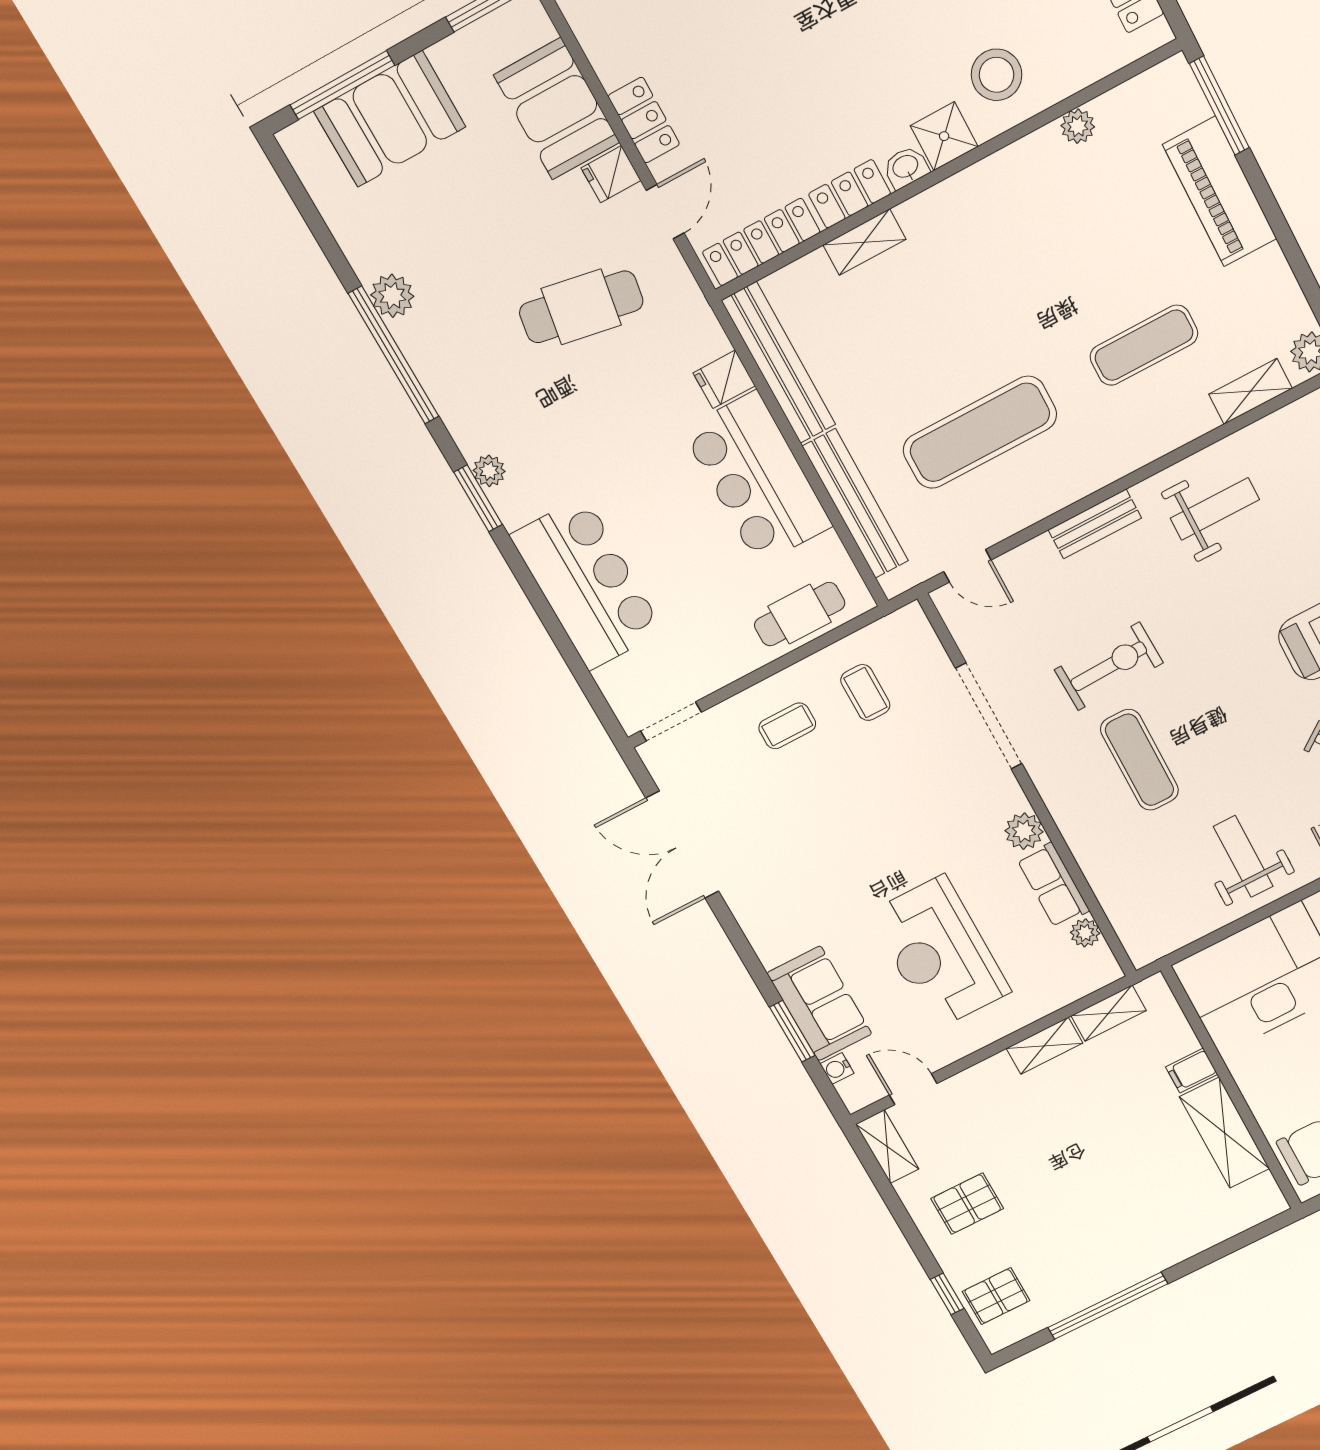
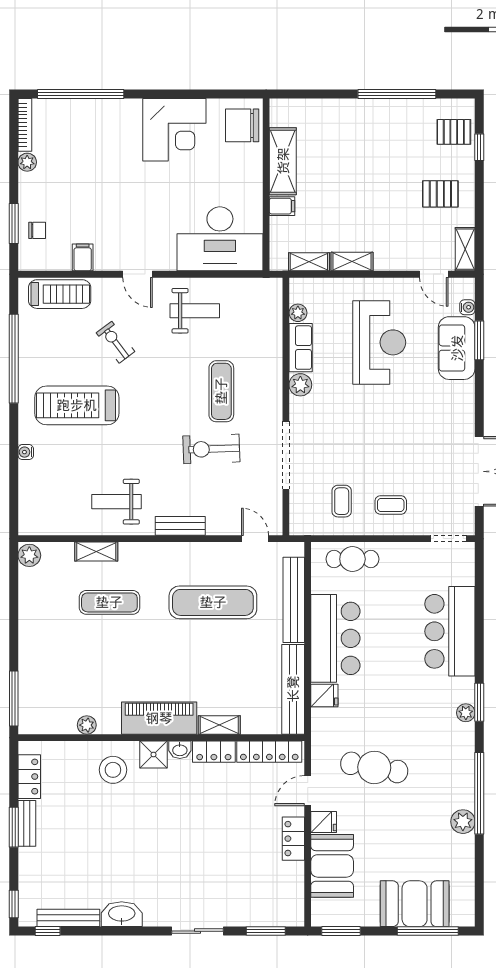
piano: (1220, 192) -> (159, 718), moved, turned -90
shelving: (1250, 391) -> (96, 552), moved
weight bench: (1243, 856) -> (195, 311), turned -90

